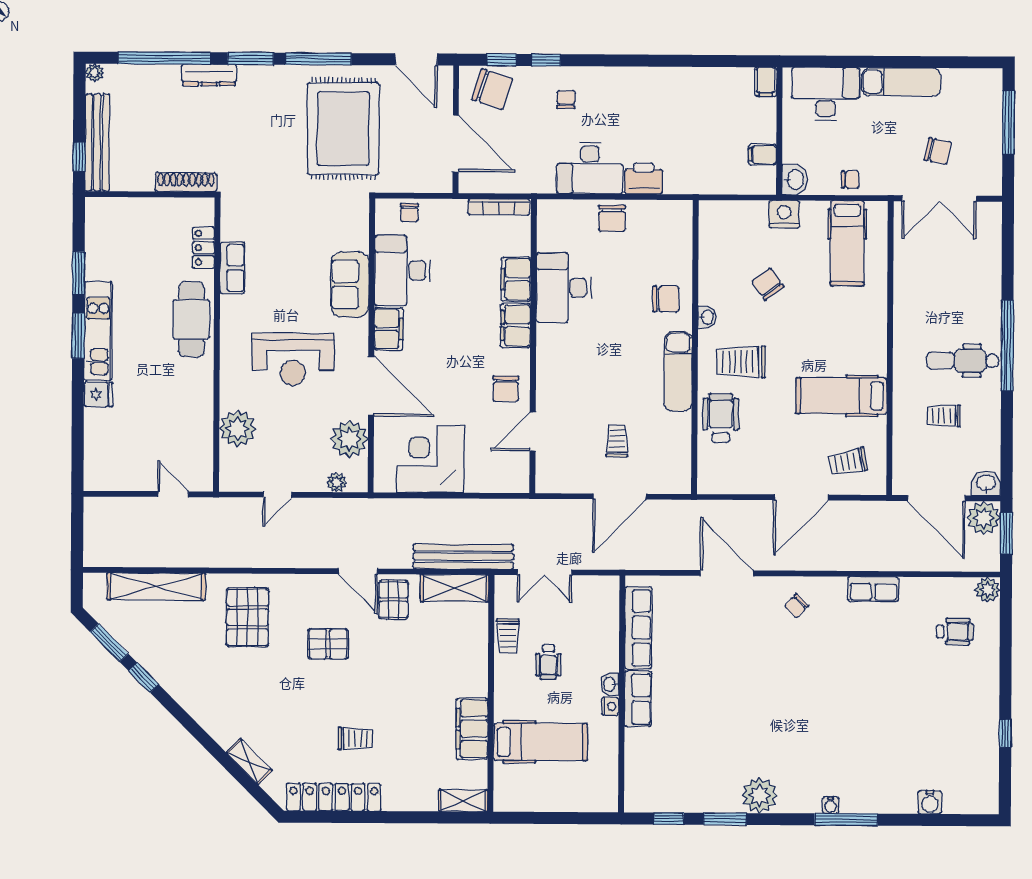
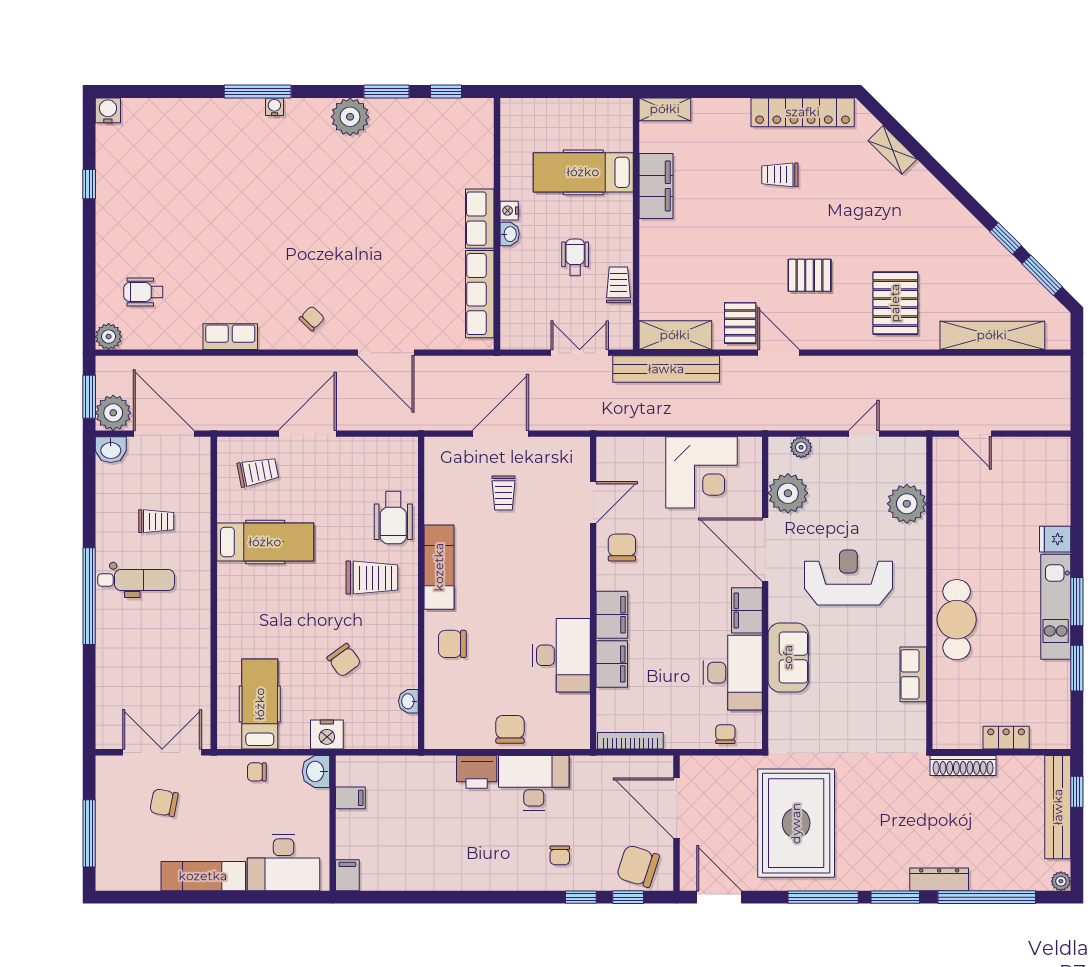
locker: (204, 248) -> (1006, 738), moved, turned -90
washbasin: (707, 317) -> (408, 701), moved
water cooler: (930, 802) -> (108, 110), moved

